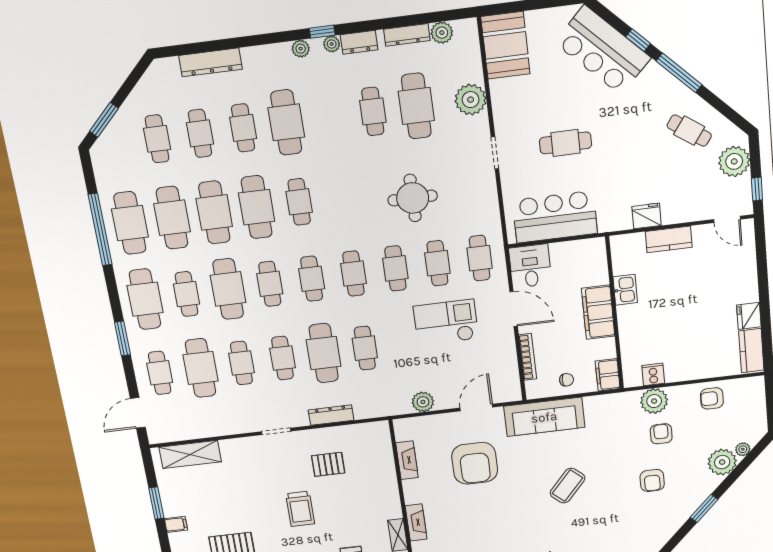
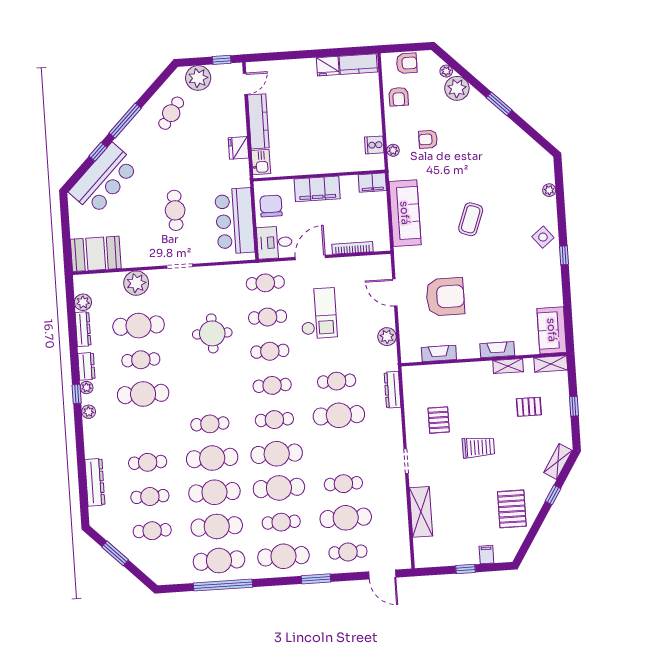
window: (104, 120) -> (115, 553), moved
cafe table: (286, 122) -> (143, 394), moved
kitchen counter: (669, 239) -> (258, 121), width x1.50
cafe table: (270, 284) -> (277, 454), width x1.37, depth x1.35
kitchen sink: (625, 290) -> (261, 162), moved, turned 90
checkout: (446, 322) -> (318, 313), turned 180
cafe table: (283, 358) -> (341, 449), removed
chair: (567, 380) -> (271, 206), moved, width x1.87, depth x1.87
plant: (654, 401) -> (393, 150), width x0.53, depth x0.53
dresser: (331, 415) -> (393, 390), moved
sofa: (544, 417) -> (405, 213), moved
shelving: (190, 454) -> (421, 512), moved
armchair: (652, 480) -> (407, 63), moved
coffee table: (567, 486) -> (471, 219), turned 69
window: (156, 503) -> (466, 569), width x0.67

